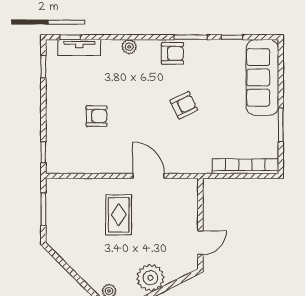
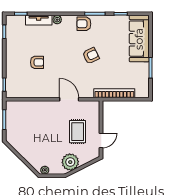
tv unit: (79, 48) -> (39, 20), moved
armchair: (172, 53) -> (84, 24), turned 180
bookcase: (245, 166) -> (114, 93), moved
rug: (119, 215) -> (78, 132), moved

